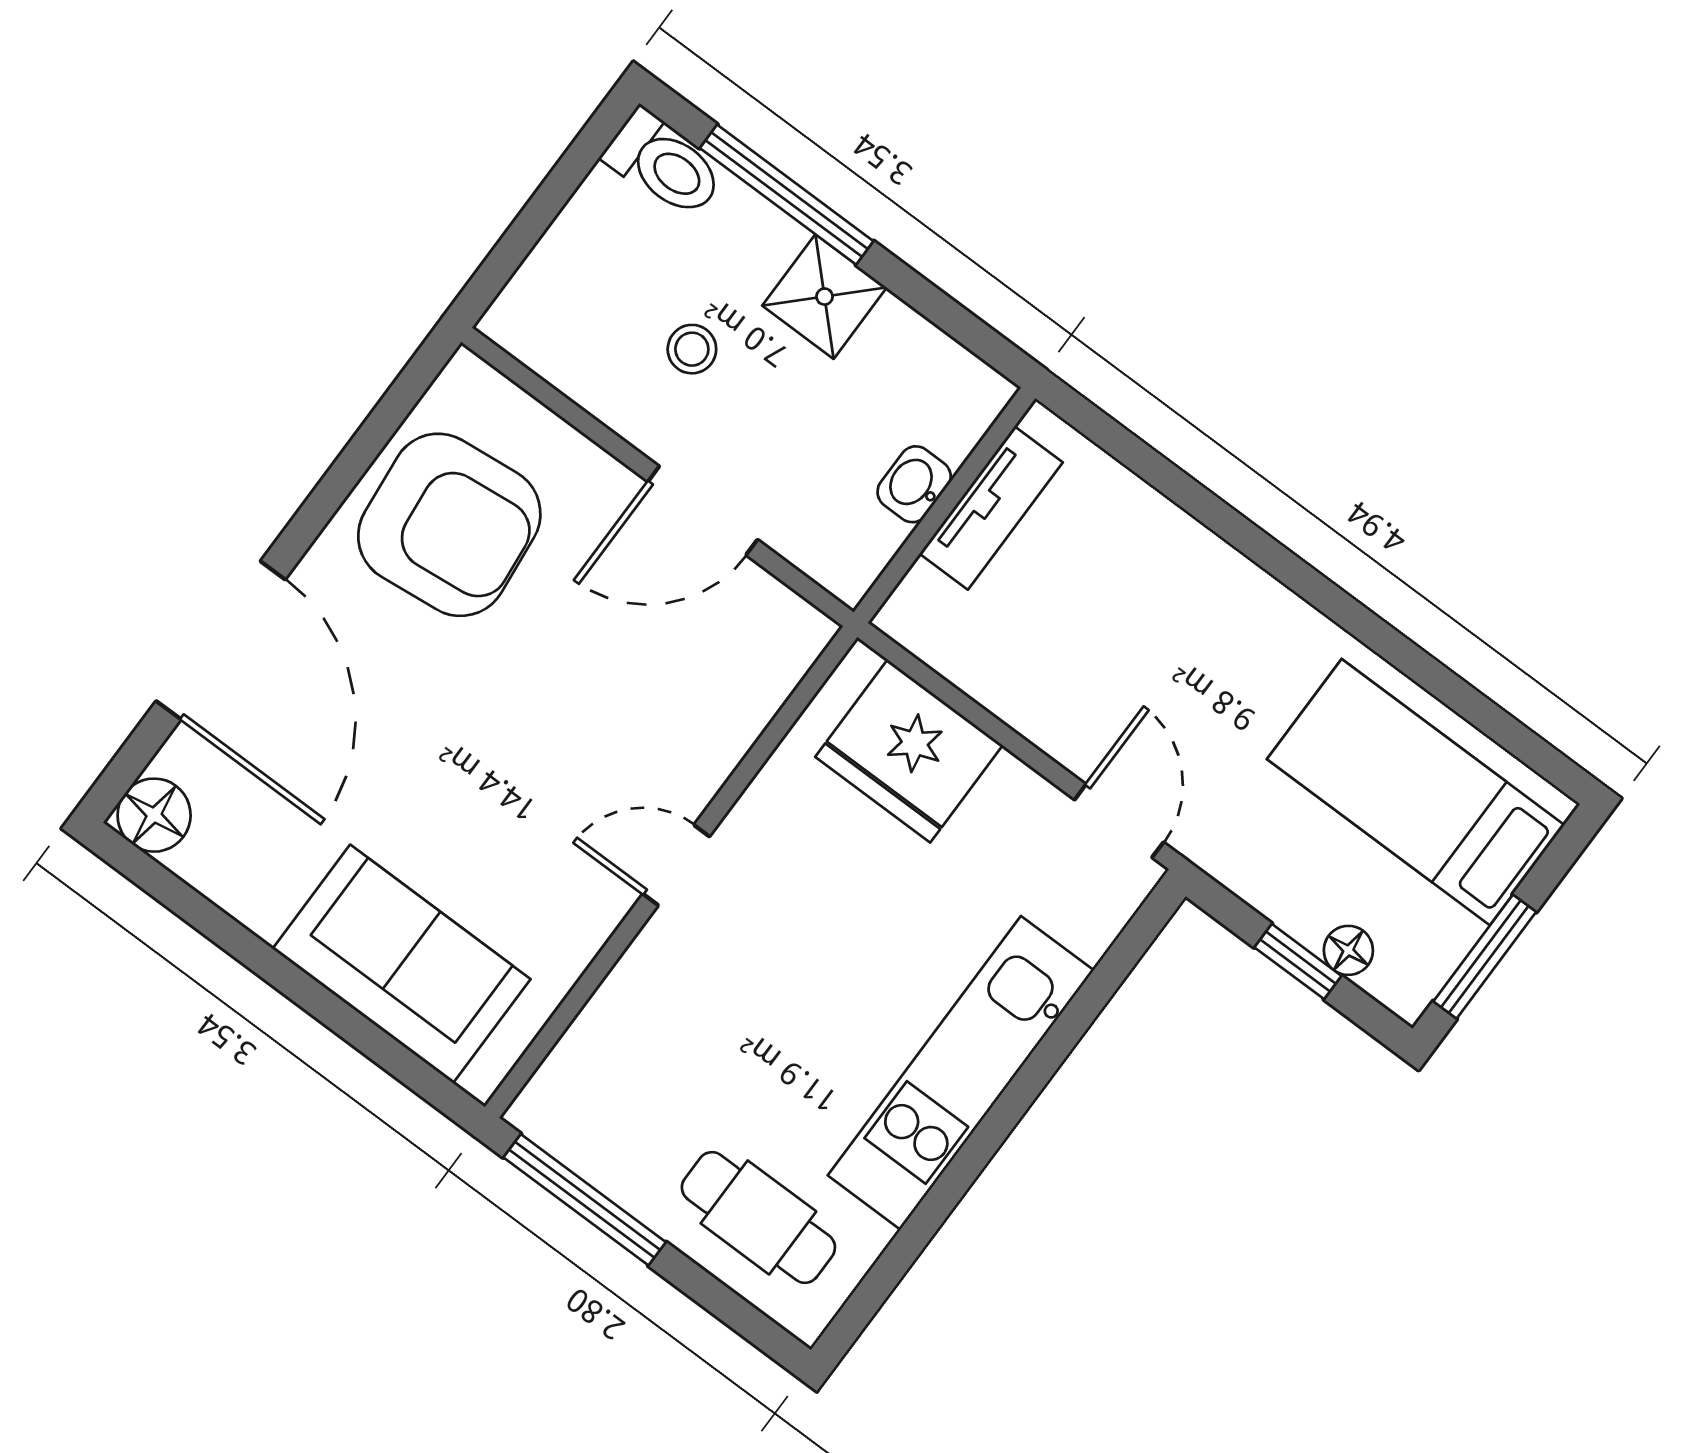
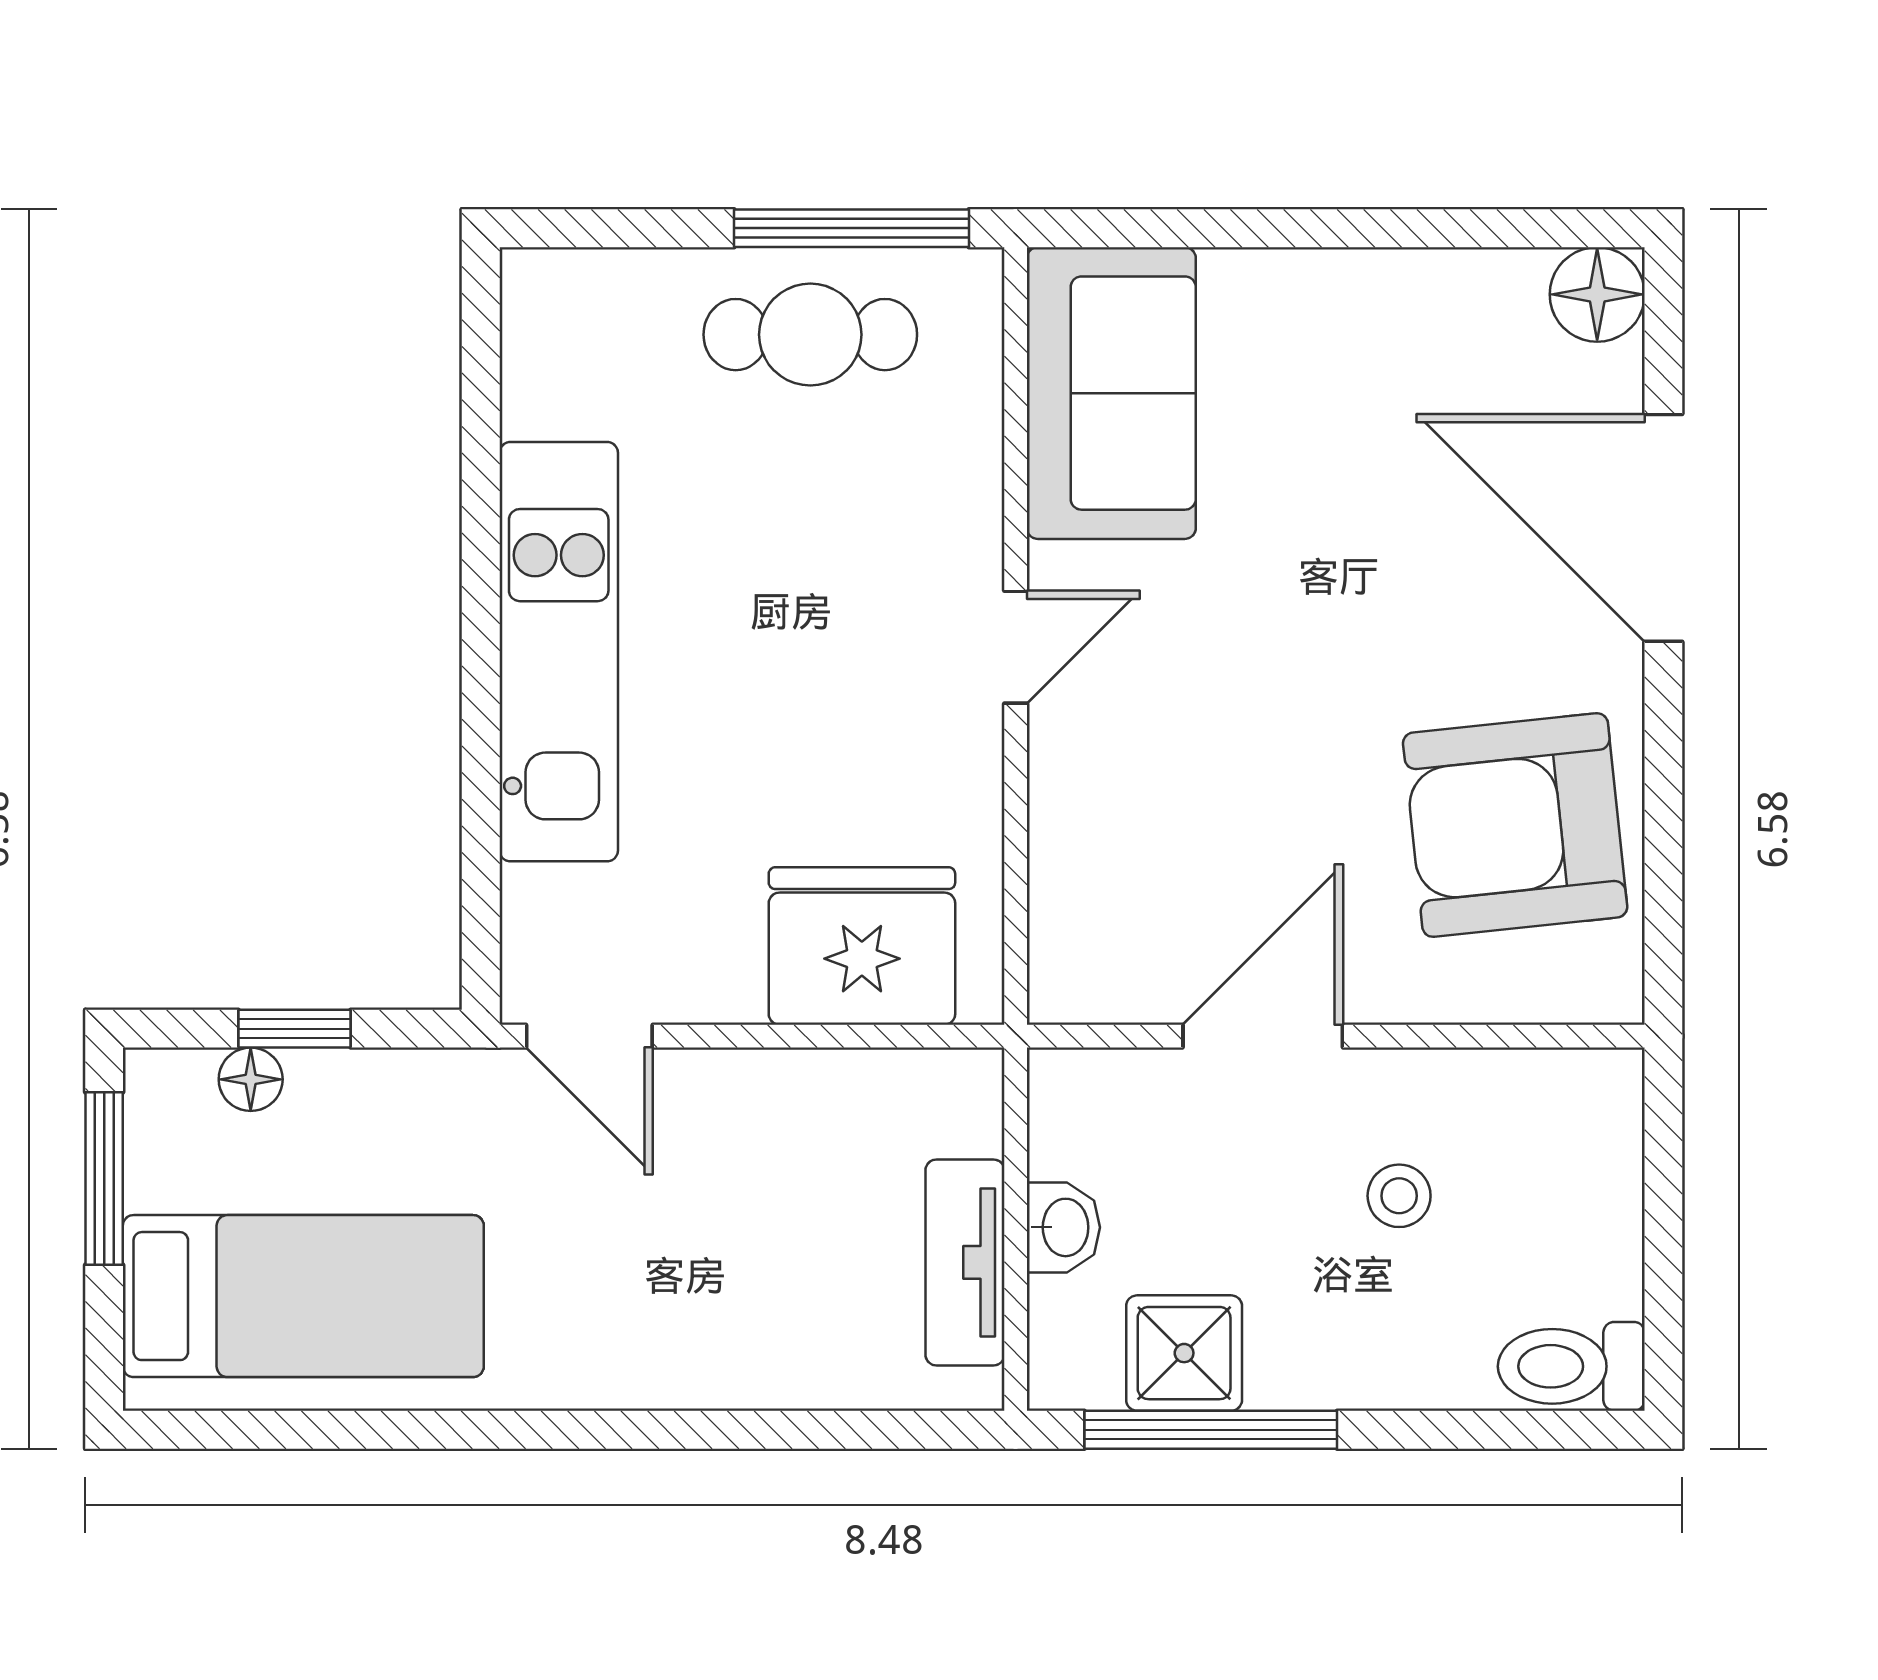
window: (787, 195) -> (1211, 1430), moved
shower: (824, 297) -> (1184, 1353), moved
sofa: (402, 964) -> (1111, 393), moved, turned -90
cafe table: (758, 1217) -> (810, 335), moved

